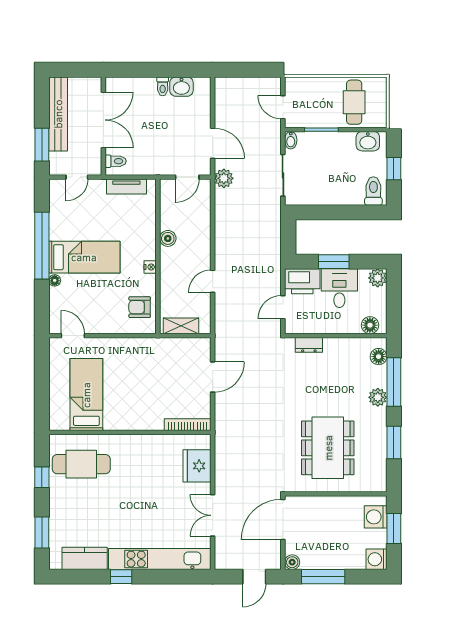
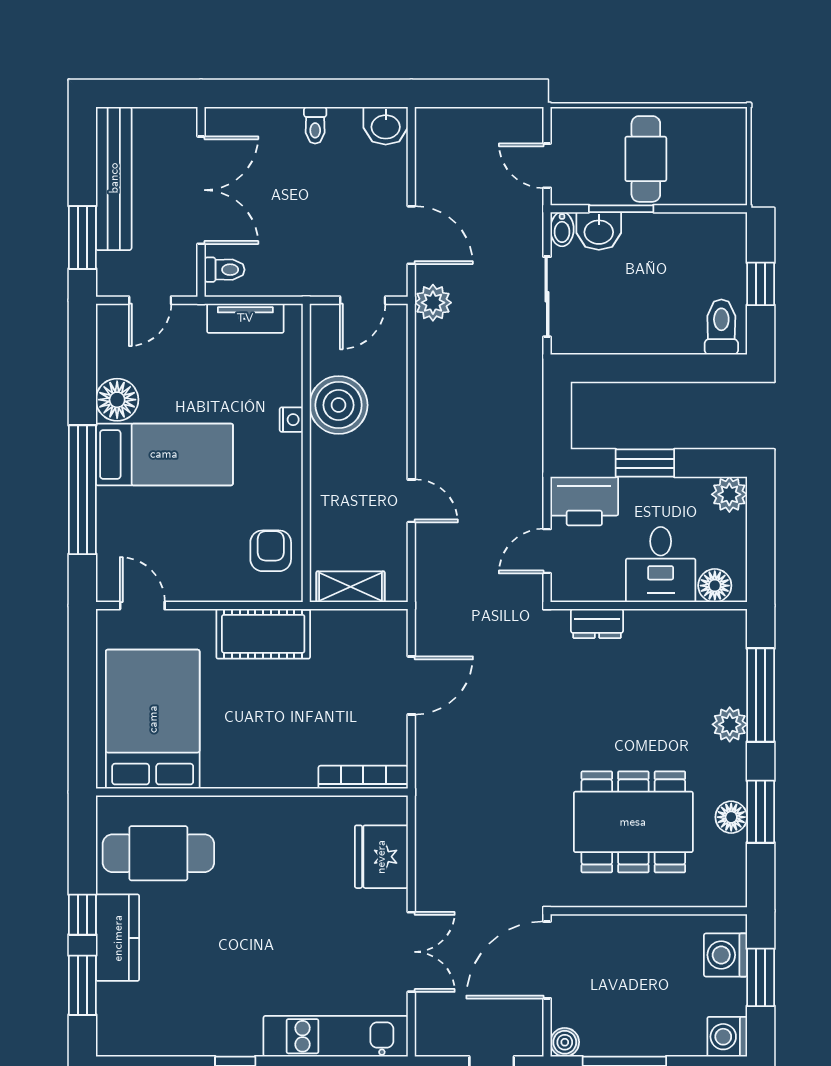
washbasin: (181, 87) -> (386, 126), moved
cafe table: (354, 102) -> (646, 159), moved
washbasin: (368, 141) -> (599, 231), moved
boiler: (168, 238) -> (339, 405), width x1.86, depth x1.86
window: (42, 246) -> (82, 490), moved
nightstand: (150, 267) -> (291, 420), moved
floor lamp: (55, 280) -> (117, 400), moved, width x1.89, depth x1.89
door: (213, 281) -> (411, 501), swing flipped
desk: (339, 288) -> (661, 565), moved, turned 180
armchair: (140, 307) -> (271, 551), turned 90
cot: (136, 350) -> (263, 634), added
floor lamp: (379, 357) -> (731, 817), moved
bed: (86, 395) -> (153, 719), width x1.50
dining table: (328, 448) -> (633, 822), turned 90
window: (42, 477) -> (82, 915), moved
double door: (213, 515) -> (411, 952), swing flipped
kitchen counter: (85, 558) -> (118, 938), moved, turned 90
kitchen unit: (160, 559) -> (336, 1036), width x0.73

